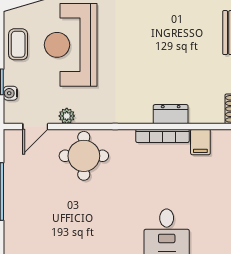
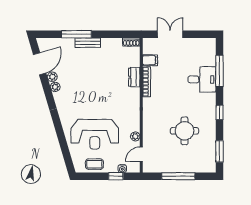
door: (35, 126) -> (141, 154), swing flipped
round table: (84, 156) -> (185, 131), moved

